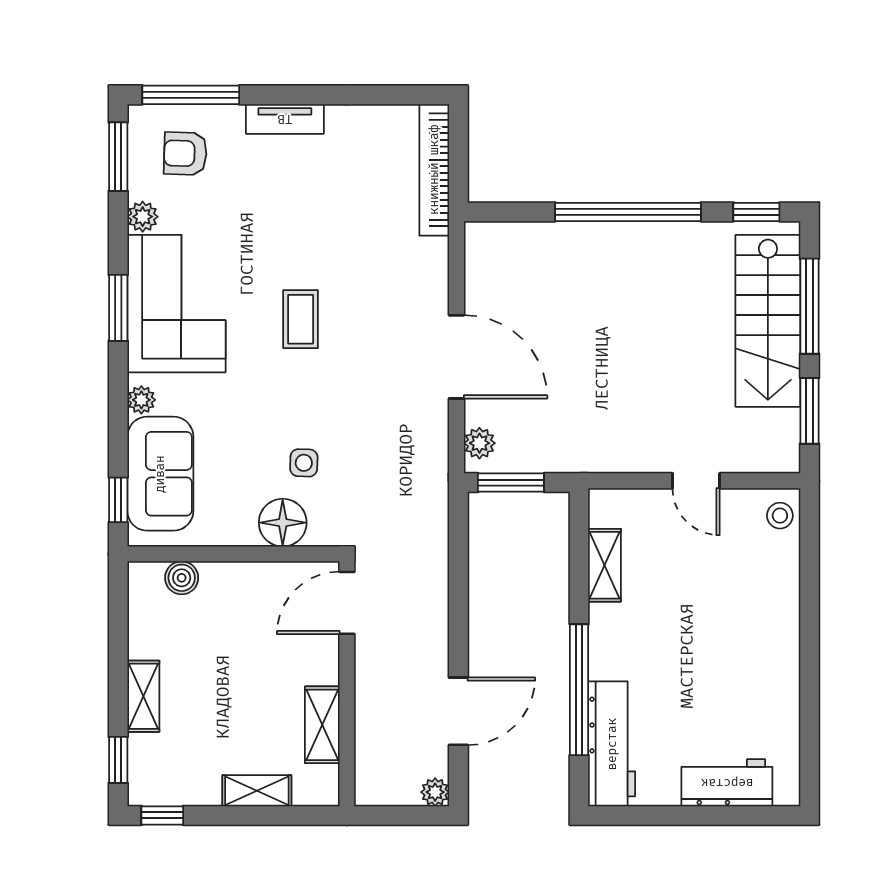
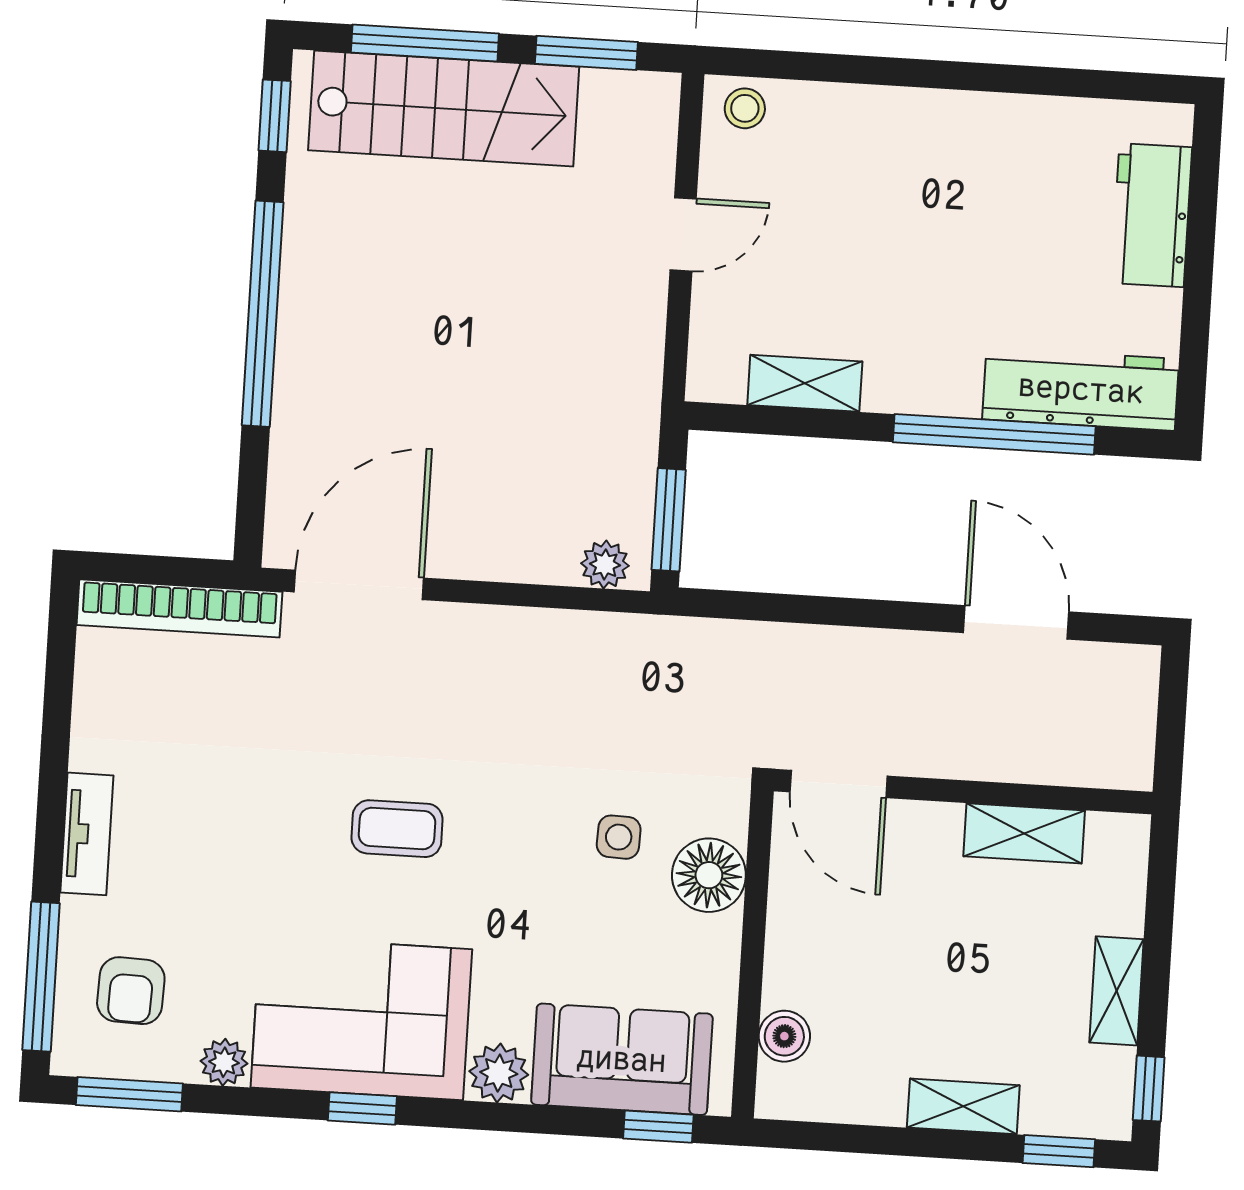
window: (118, 308) -> (362, 1108), width x0.67
door: (457, 357) -> (359, 585), moved
plant: (141, 400) -> (499, 1073), width x1.38, depth x1.38
shelving: (257, 791) -> (1116, 991), moved
plant: (435, 792) -> (1138, 666), removed

